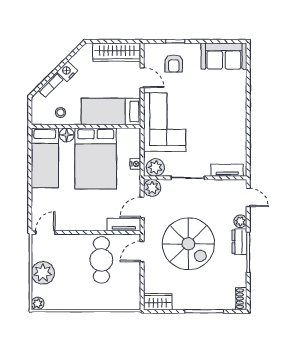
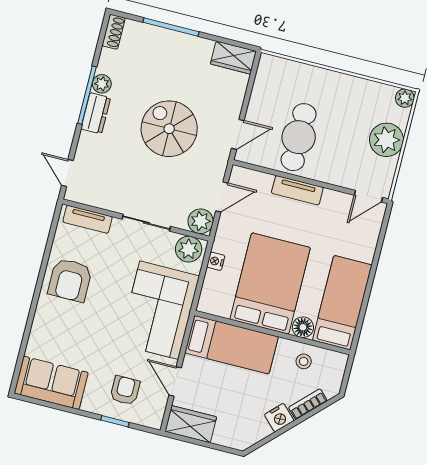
wardrobe: (117, 52) -> (191, 424), width x0.67
armchair: (229, 127) -> (70, 280), added
plant: (240, 221) -> (102, 84), moved
tv unit: (124, 225) -> (297, 190), moved
spiral stairs: (188, 244) -> (169, 129), width x0.73, depth x0.73

